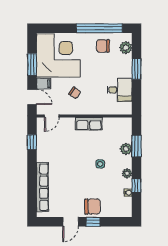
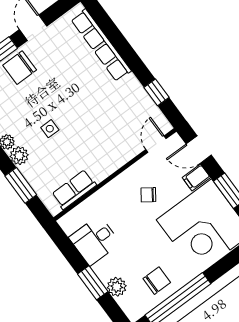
plant: (126, 48) -> (117, 287), moved
row of seats: (89, 124) -> (74, 189), moved
plant: (126, 149) -> (19, 156), moved

